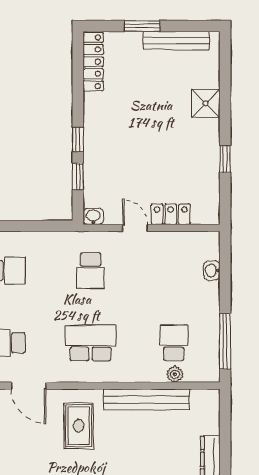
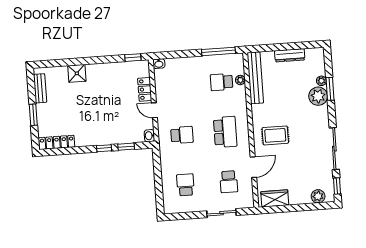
bench: (176, 40) -> (40, 88), width x0.73
window: (225, 159) -> (133, 58), moved
door: (135, 228) -> (154, 110), hinge flipped
washbasin: (212, 270) -> (159, 64), moved
school desk: (90, 343) -> (225, 132), turned 180
bench: (147, 399) -> (255, 78), moved

